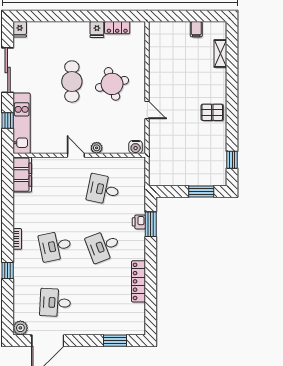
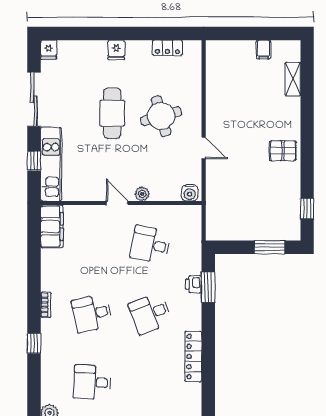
fridge: (97, 29) -> (116, 50), moved

